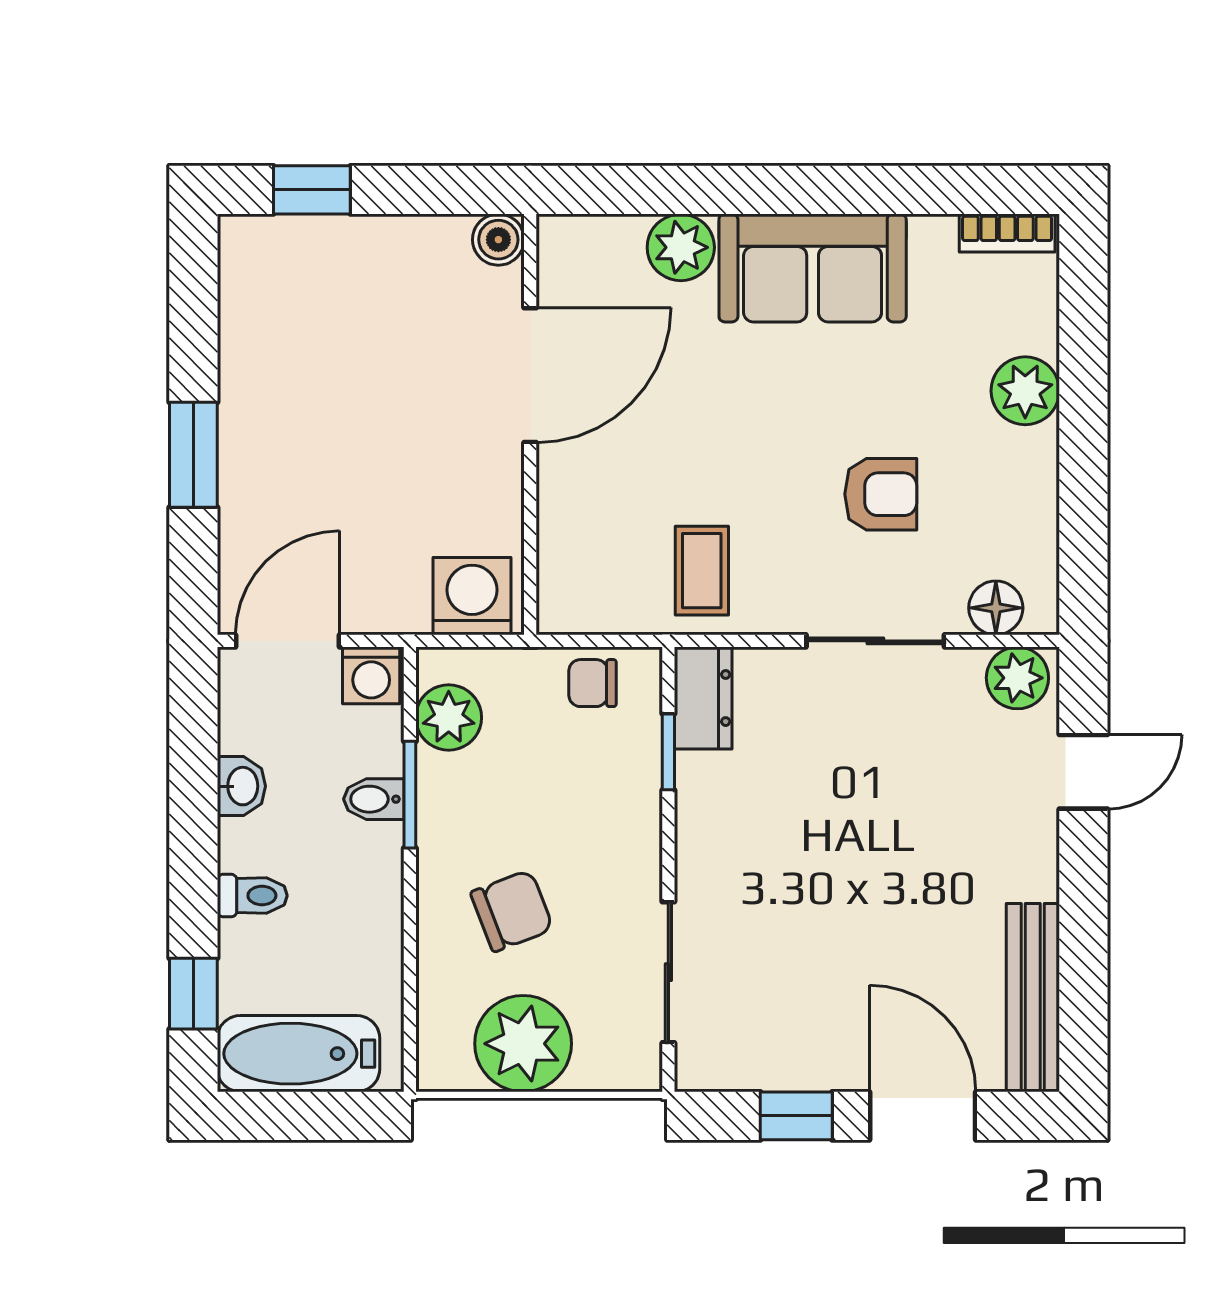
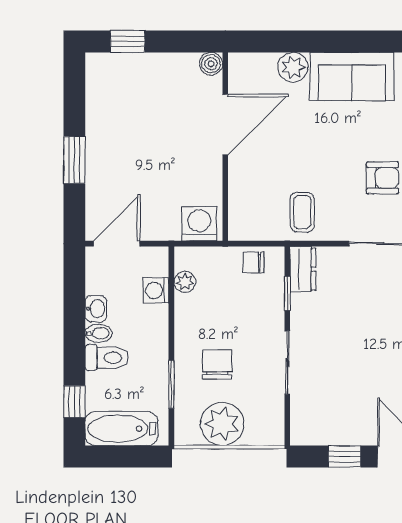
washing machine: (371, 675) -> (156, 290), moved, turned 90
plant: (449, 717) -> (185, 282), width x0.73, depth x0.73
window: (410, 795) -> (171, 384), moved
bidet: (374, 799) -> (99, 333), moved, turned 180
toilet: (252, 896) -> (107, 358), width x1.37, depth x1.39
chair: (512, 911) -> (217, 365), turned -69
sliding door: (668, 972) -> (287, 363), moved

